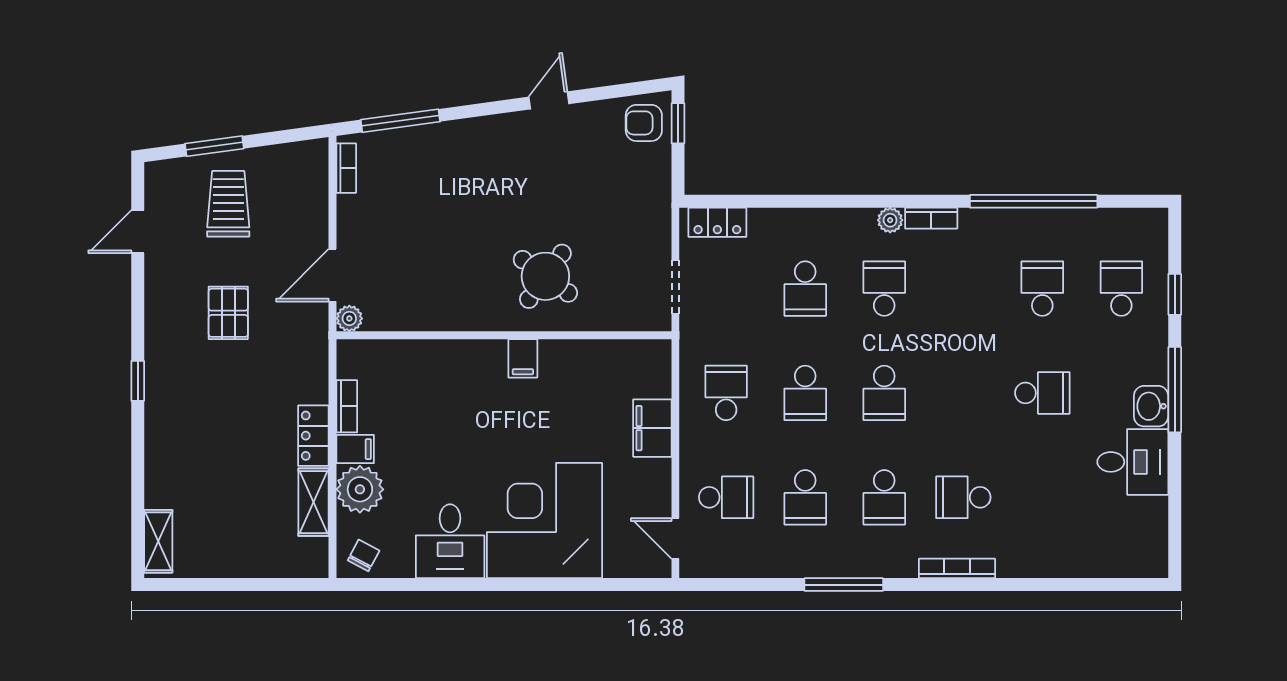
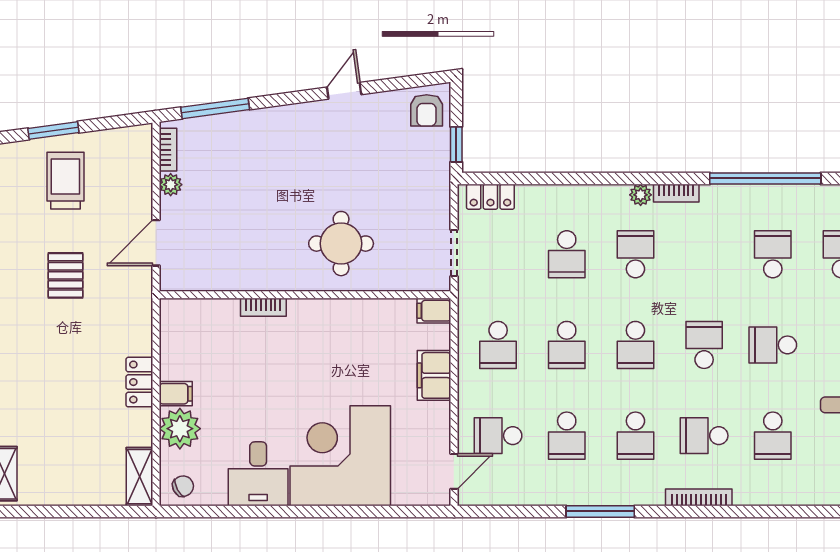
armchair: (644, 123) -> (427, 110), turned -90
window: (678, 123) -> (456, 144), moved
round table: (545, 276) -> (341, 244), turned -36
plant: (349, 318) -> (171, 185), moved
filing cabinet: (523, 358) -> (434, 311), moved, turned 90
school desk: (726, 393) -> (498, 345), turned 180
school desk: (963, 393) -> (704, 345), added
school desk: (1042, 393) -> (773, 345), turned 180
bookcase: (347, 406) -> (263, 307), moved, turned 90
school desk: (726, 497) -> (498, 436), turned 180
school desk: (1042, 497) -> (773, 436), added
shelving: (313, 502) -> (140, 477), moved
door: (675, 538) -> (454, 471), swing flipped
chair: (364, 555) -> (183, 486), turned 34

